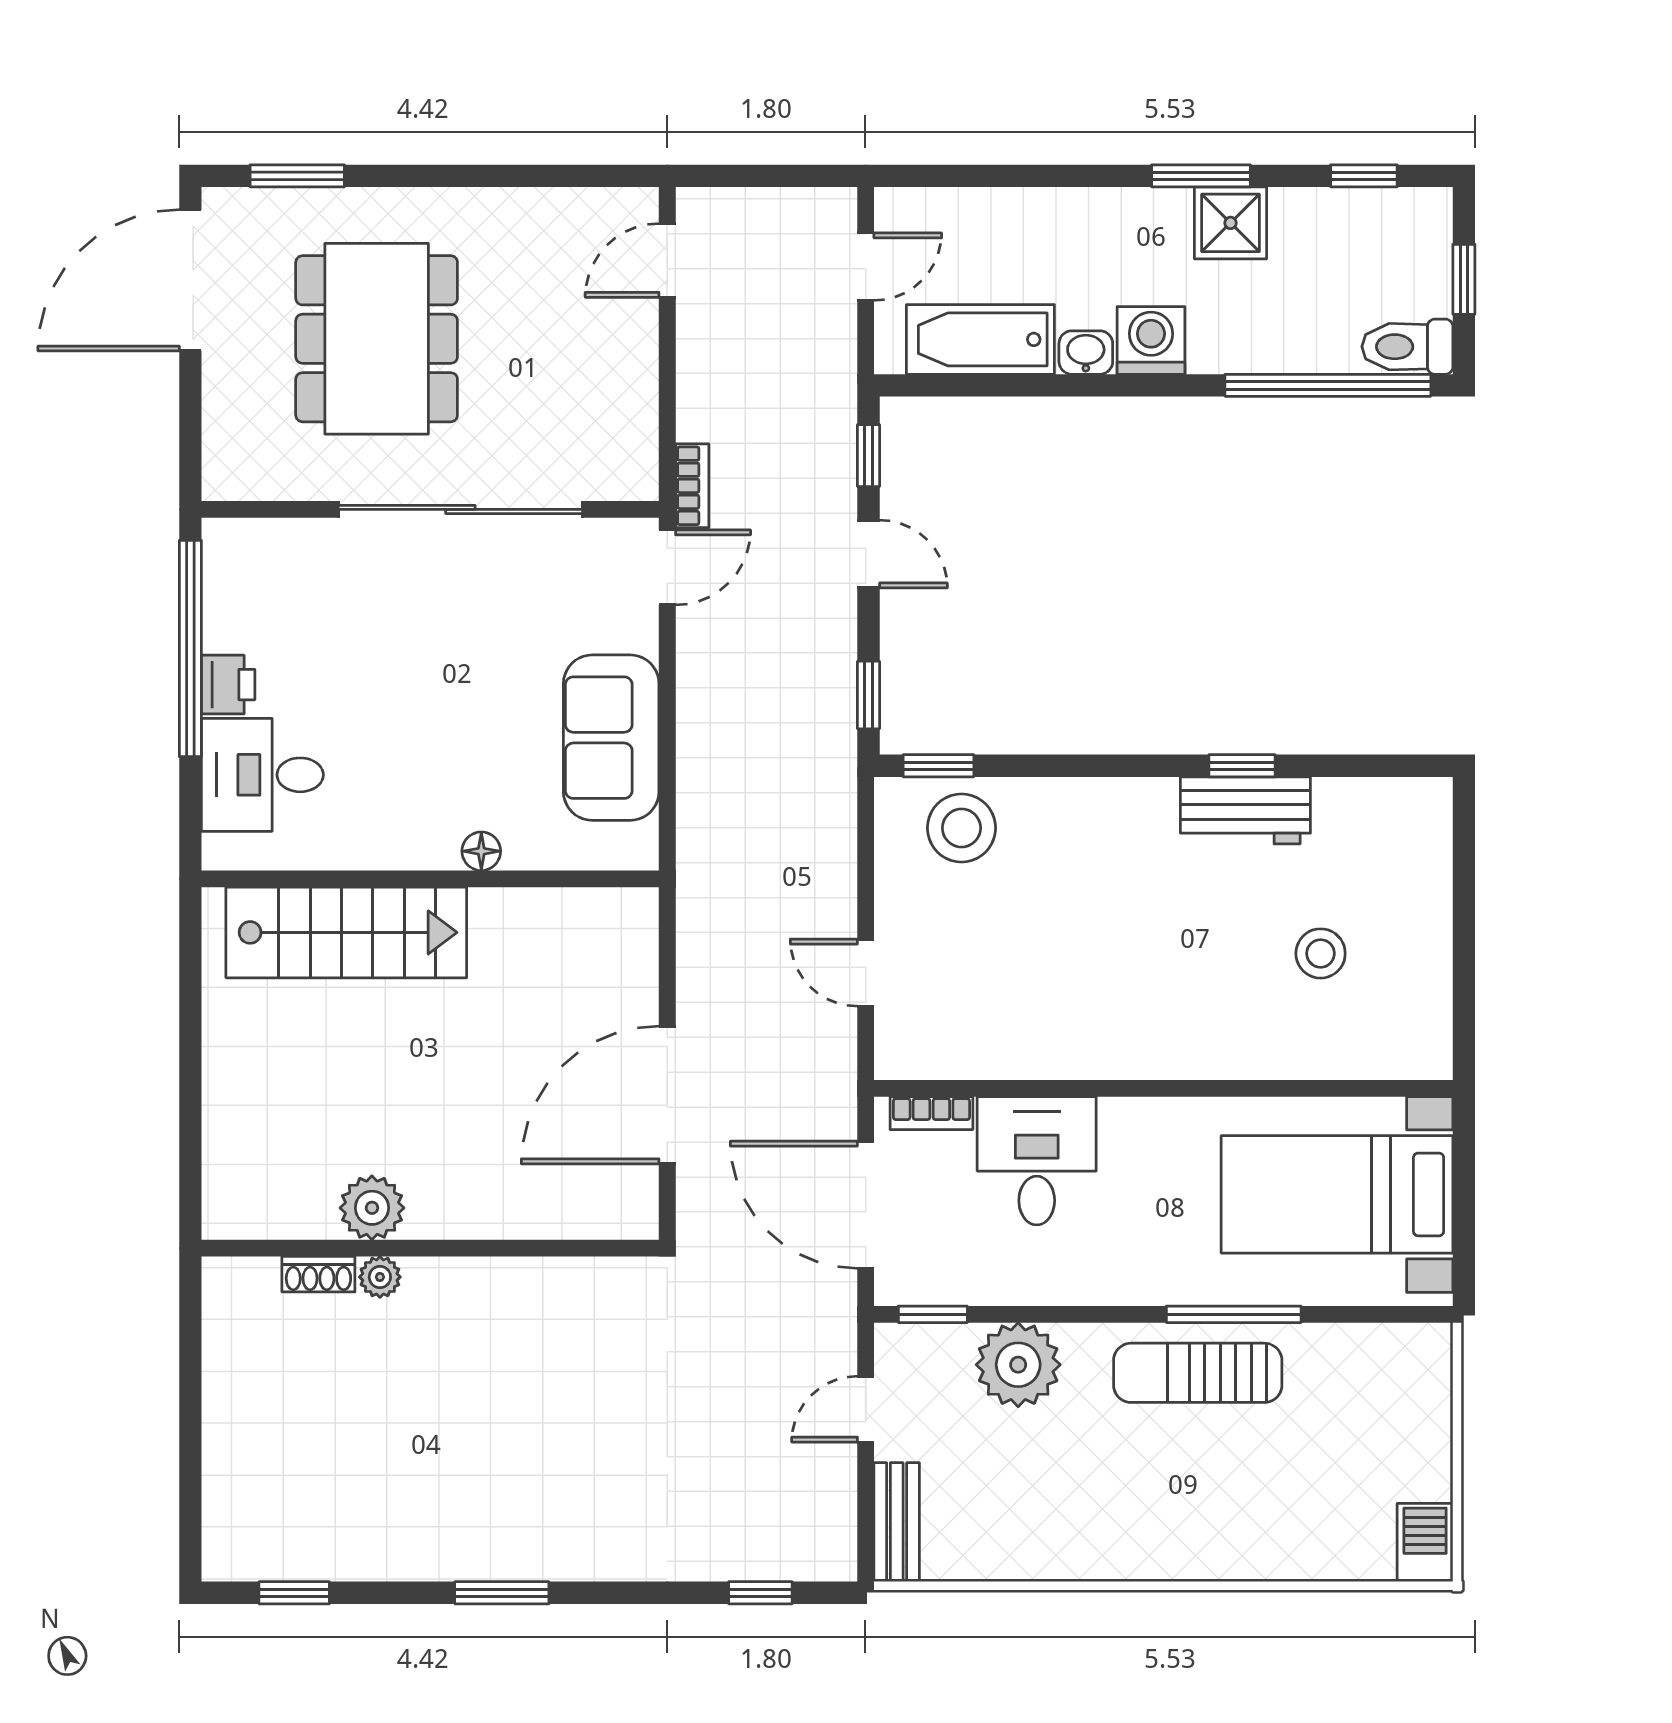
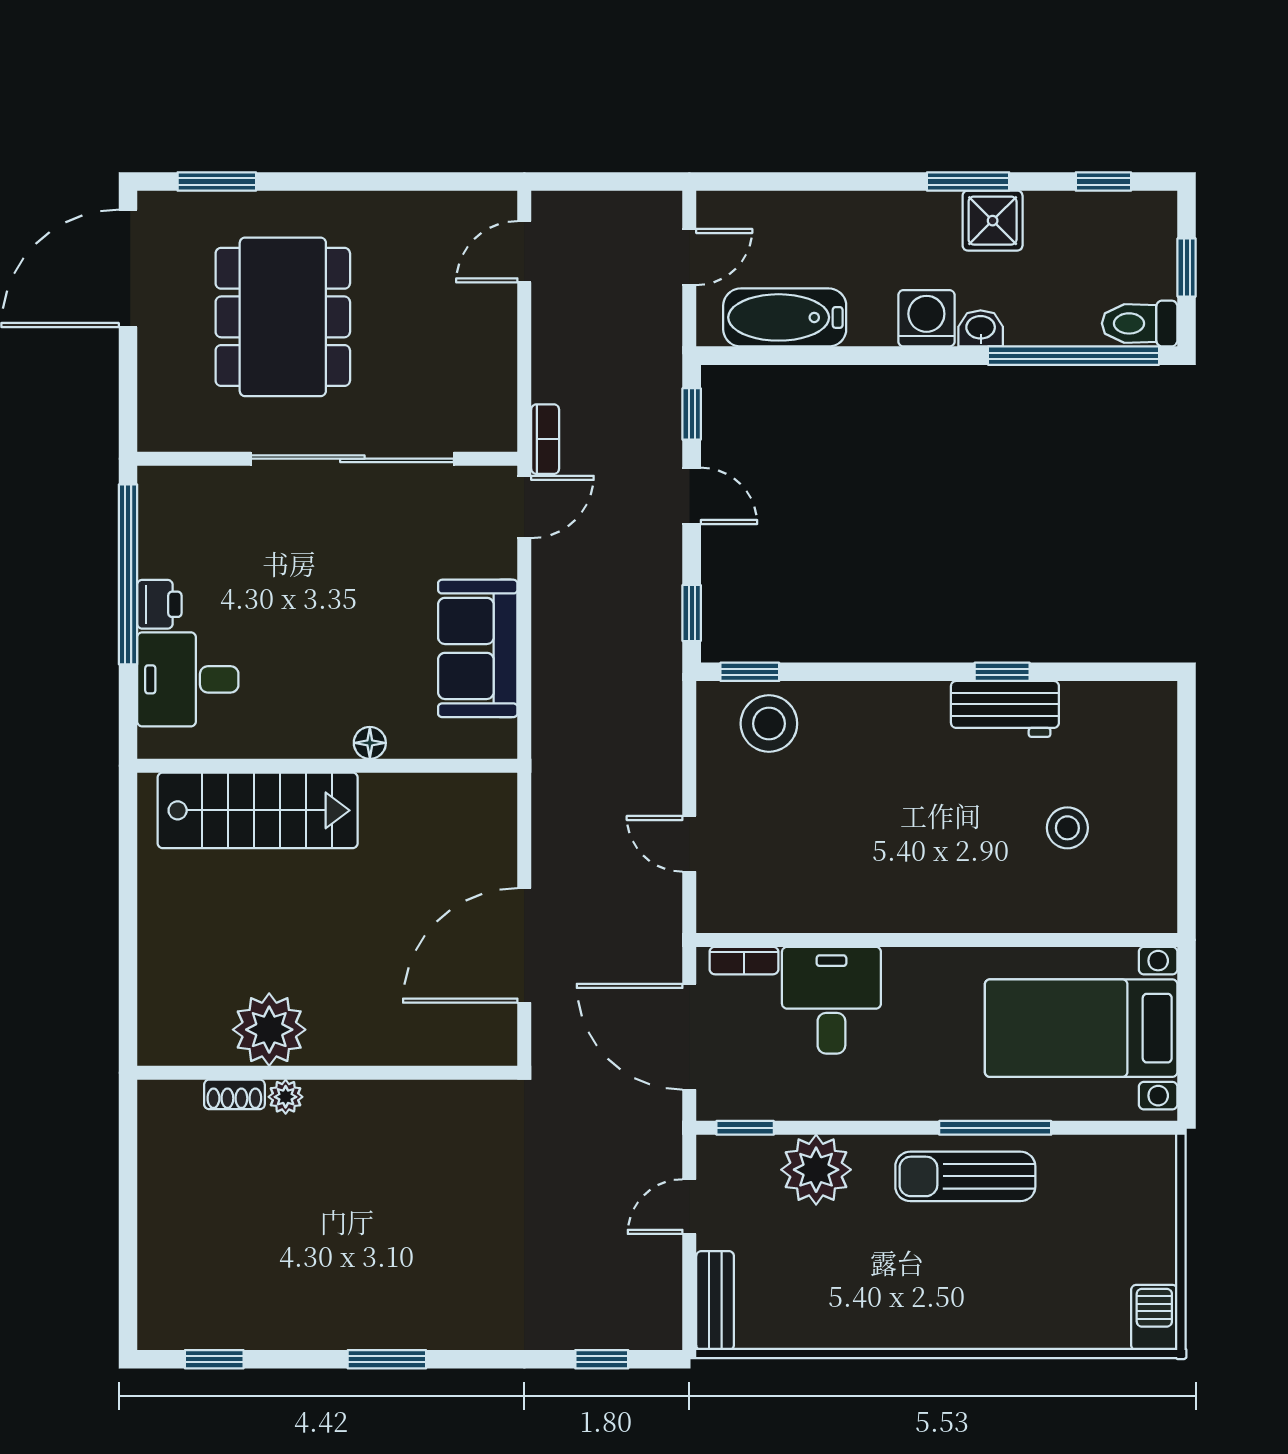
washbasin: (1086, 353) -> (981, 328), moved
plant: (372, 1208) -> (269, 1030), width x1.36, depth x1.36

